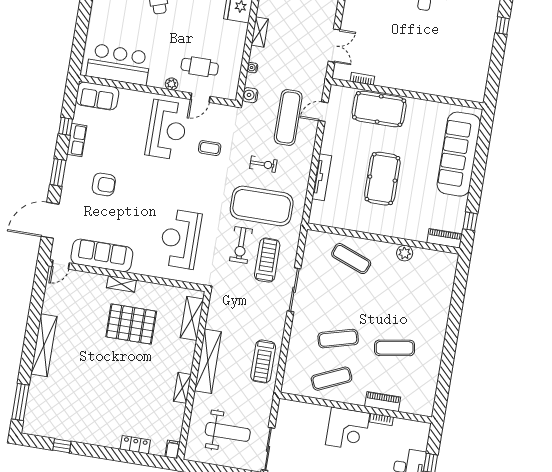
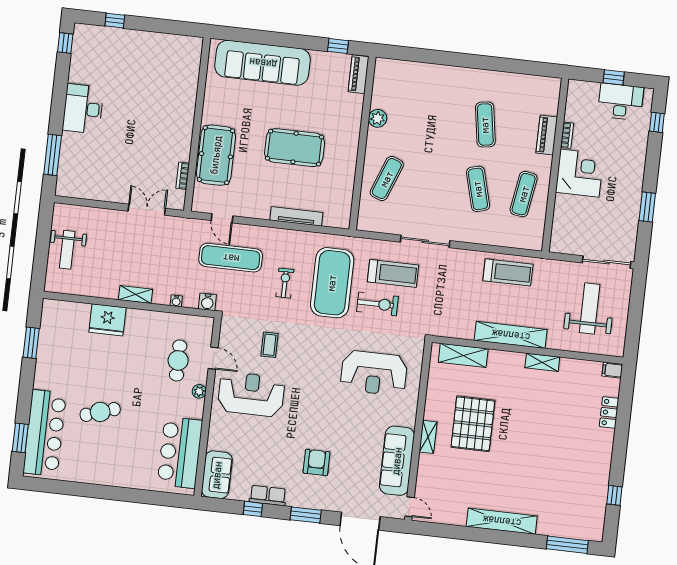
treadmill: (267, 260) -> (393, 273), turned 180
exercise mat: (332, 379) -> (524, 194), turned 33

